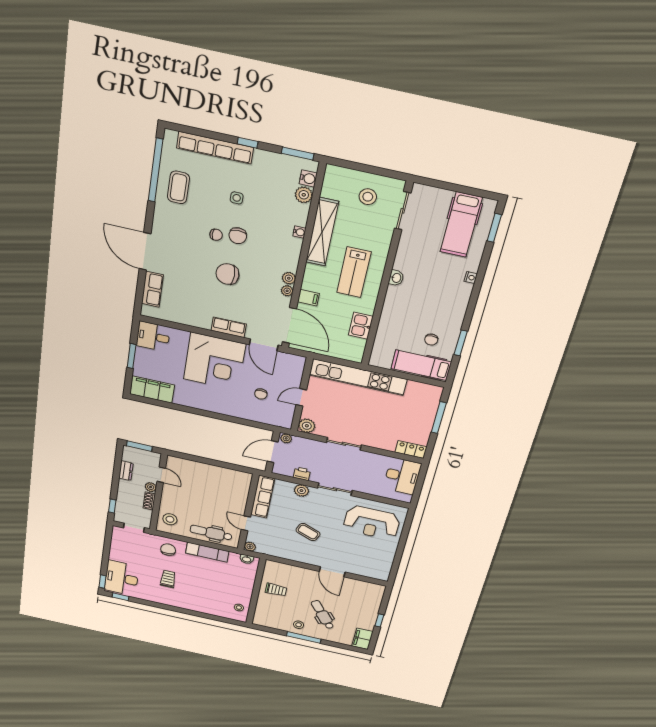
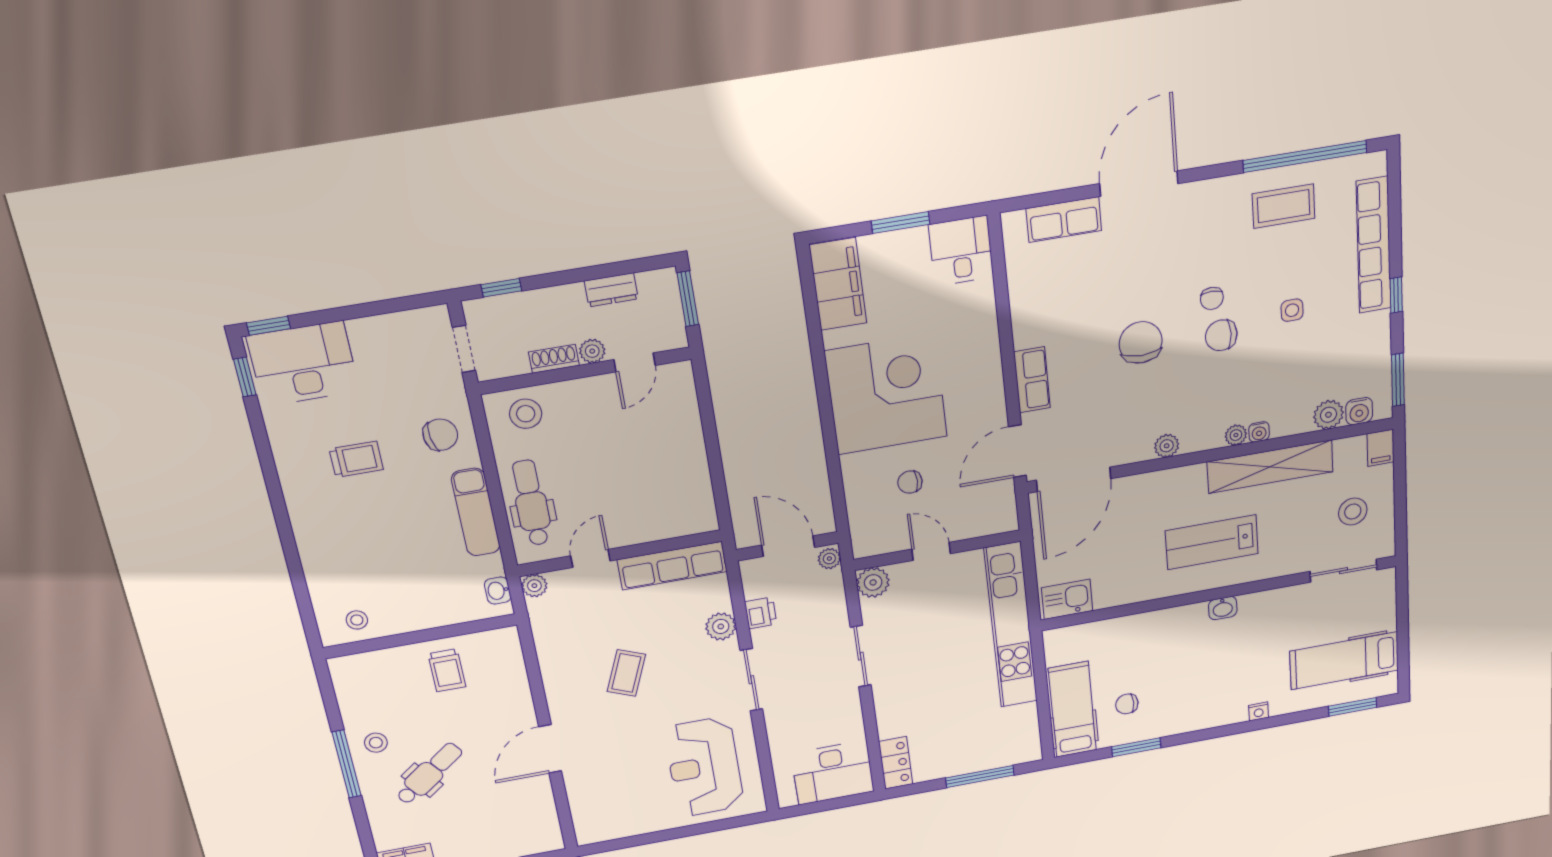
plant: (287, 291) -> (1236, 435), moved
filing cabinet: (308, 298) -> (1381, 448), moved
kitchen sink: (361, 326) -> (1067, 599), moved
corner desk: (214, 362) -> (886, 394), moved, turned 180

